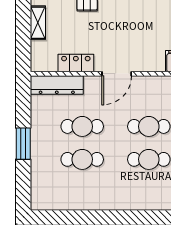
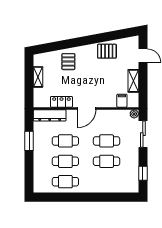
window: (23, 144) -> (29, 141), moved
cafe table: (82, 192) -> (65, 182), added

